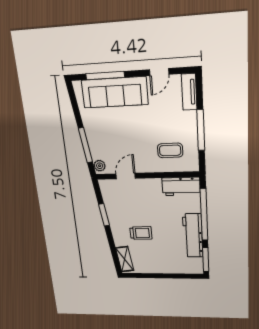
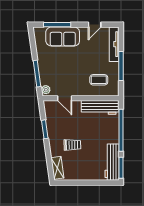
sofa: (115, 92) -> (63, 37), width x0.73
tv unit: (189, 92) -> (114, 44), width x1.41
door: (126, 176) -> (65, 98), swing flipped
workbench: (181, 186) -> (100, 107), width x1.38
workbench: (193, 236) -> (112, 162), moved

